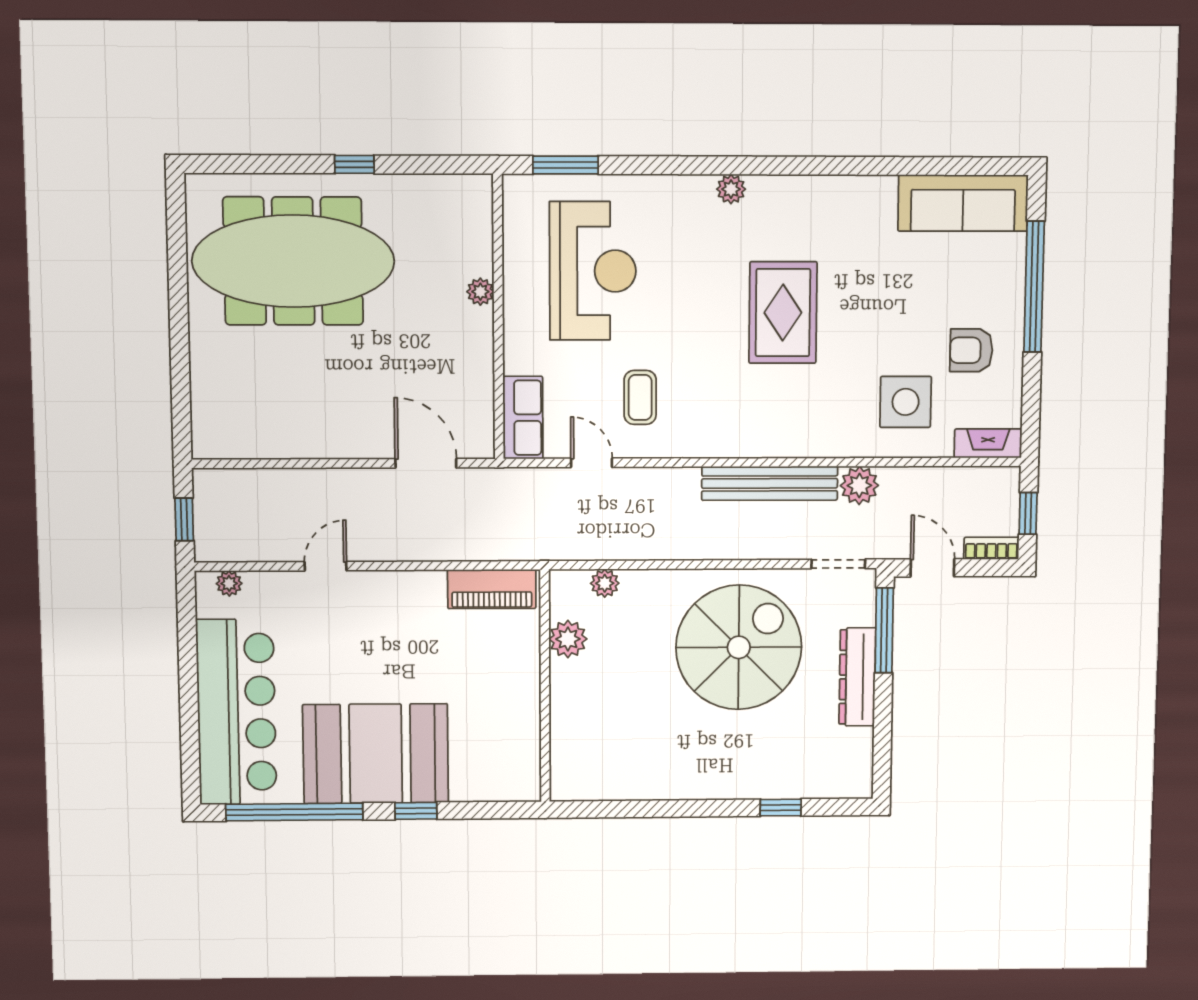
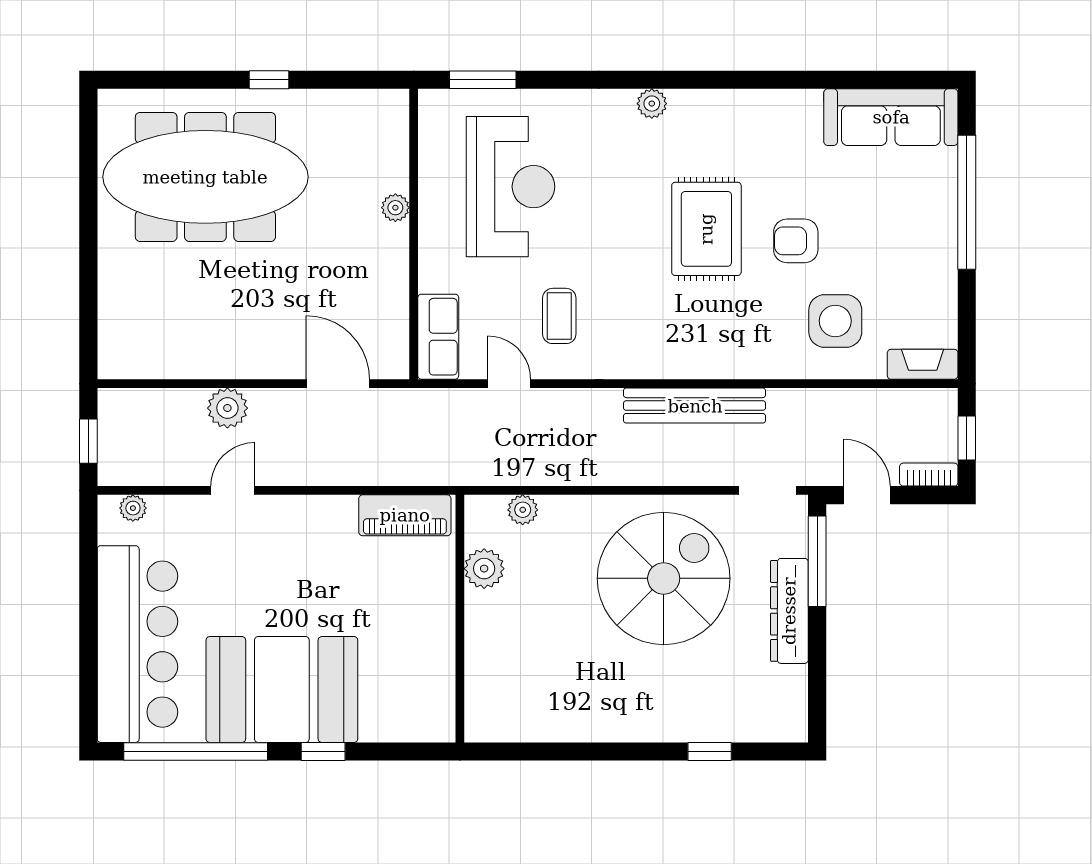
armchair: (971, 350) -> (796, 241), moved
plant: (859, 485) -> (227, 408), moved

